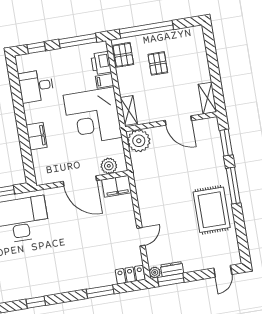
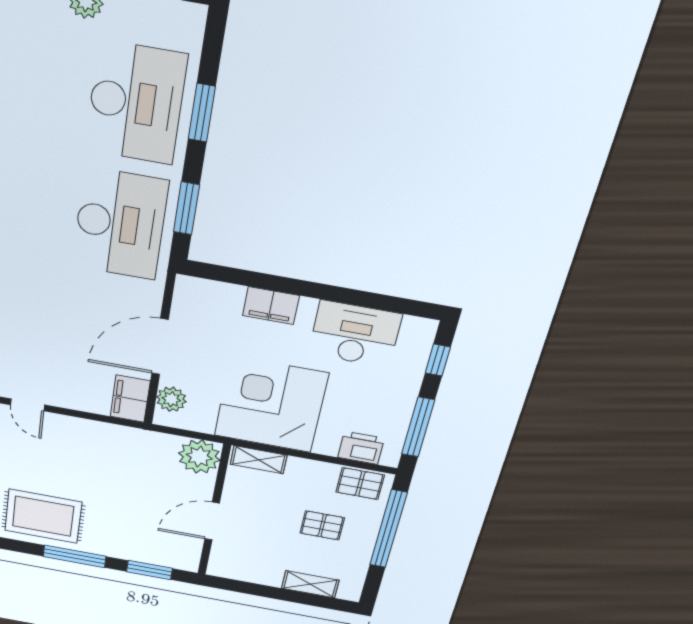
filing cabinet: (105, 81) -> (327, 443), removed
desk: (36, 86) -> (355, 334), width x1.37
shelving: (207, 98) -> (310, 584), moved

